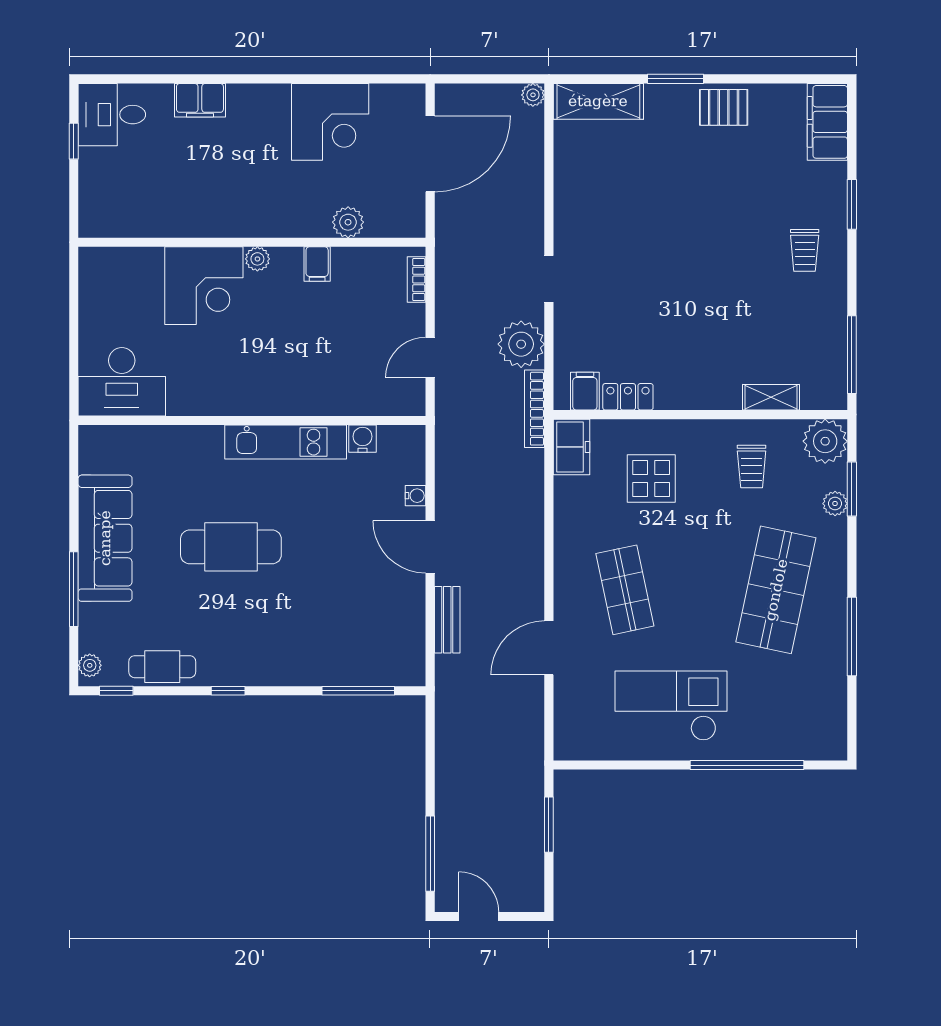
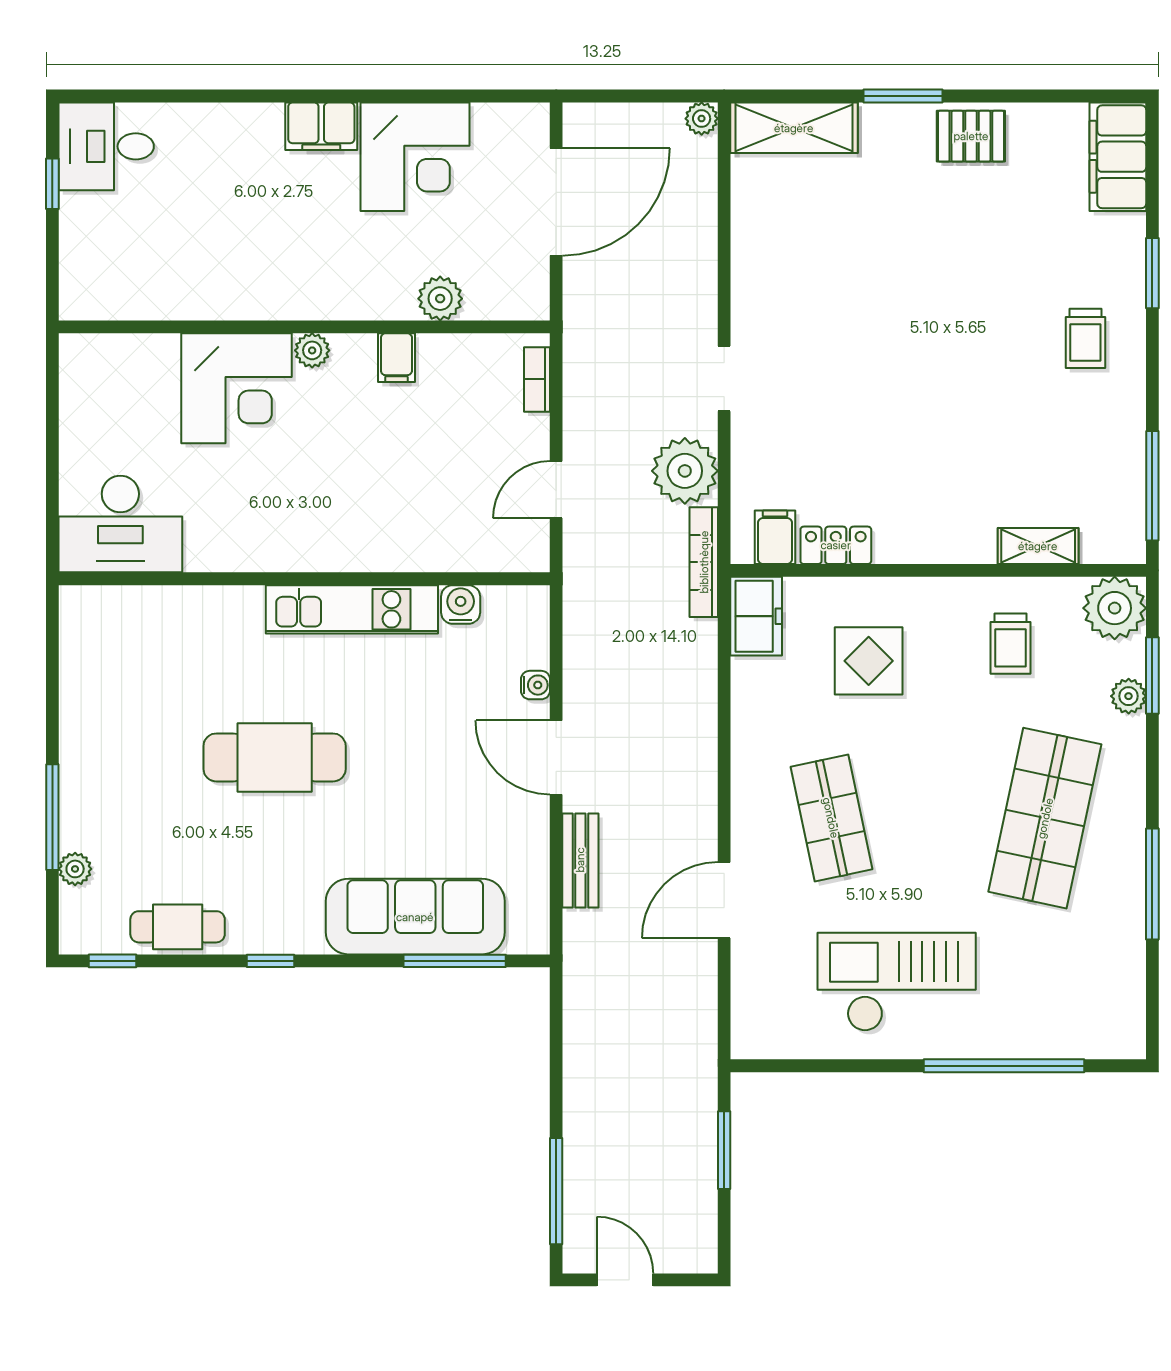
filing cabinet: (200, 100) -> (321, 126), moved
sofa: (105, 538) -> (415, 917), moved, turned -90
plant: (90, 665) -> (75, 869), moved

